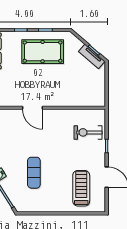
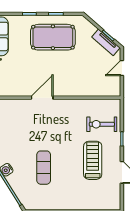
door: (107, 80) -> (122, 68), added
door: (33, 108) -> (42, 98), swing flipped
treadmill: (81, 188) -> (93, 160), moved

